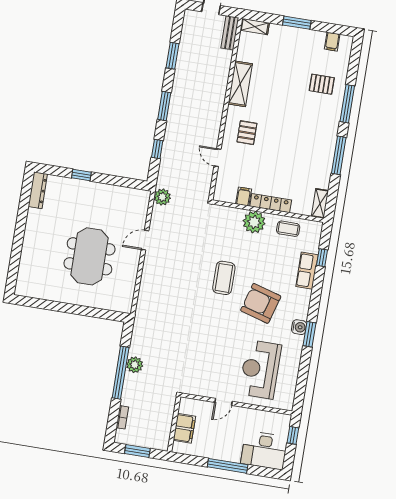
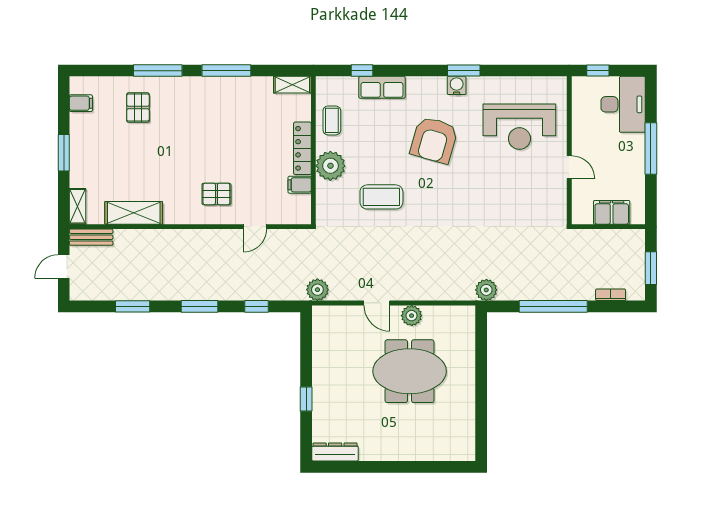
shelving: (240, 84) -> (134, 213), moved
plant: (131, 265) -> (412, 316), added
coffee table: (224, 278) -> (381, 197), moved
plant: (135, 365) -> (486, 290), moved

